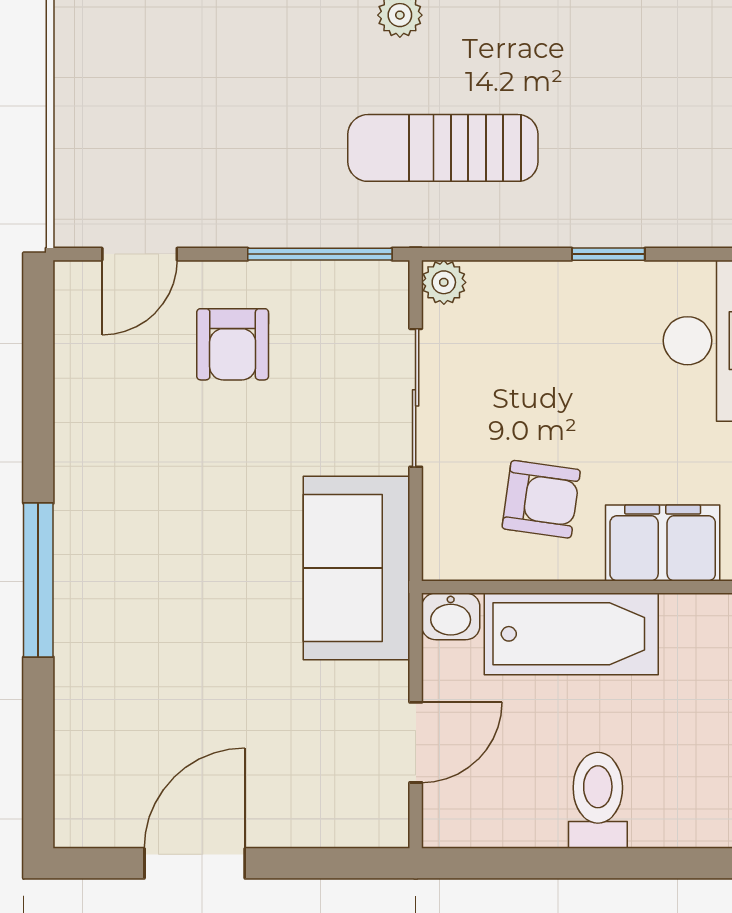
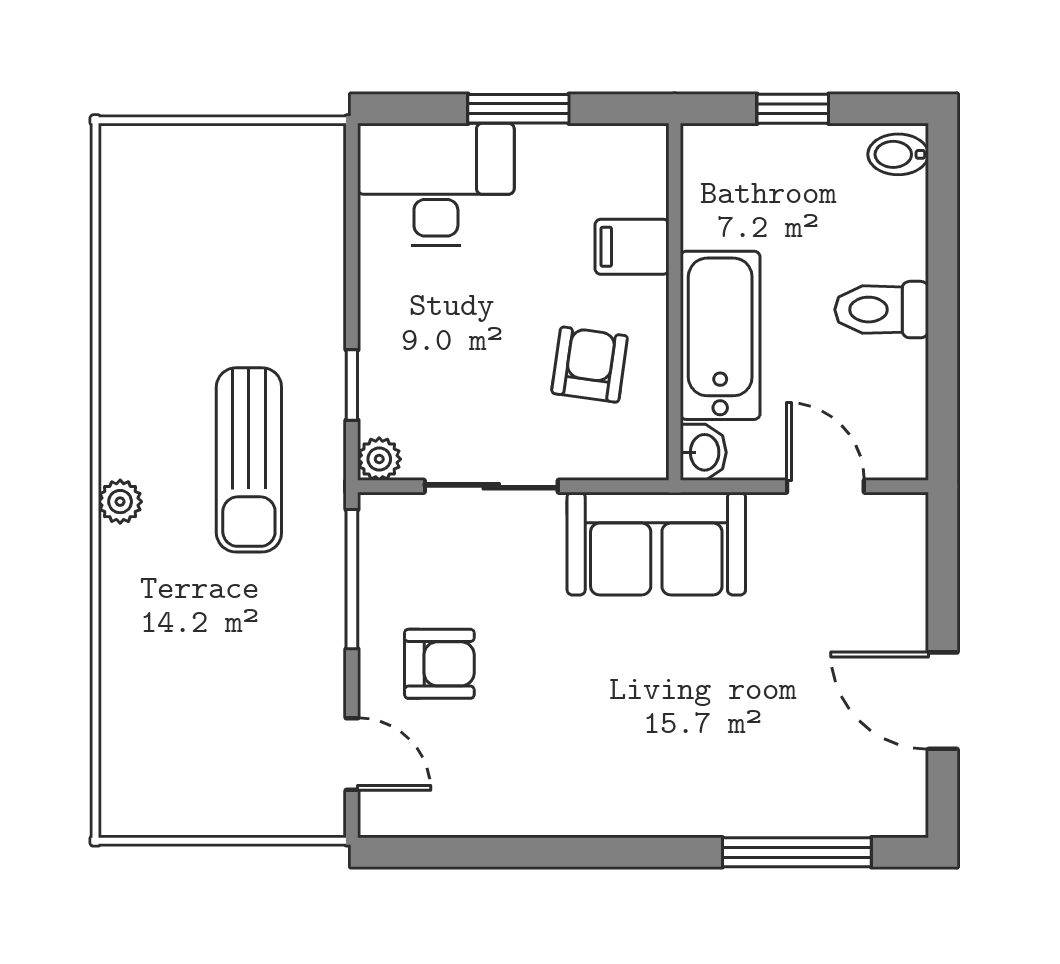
window: (608, 254) -> (352, 385), moved
filing cabinet: (663, 543) -> (632, 247), width x0.50
window: (38, 580) -> (797, 852), moved

